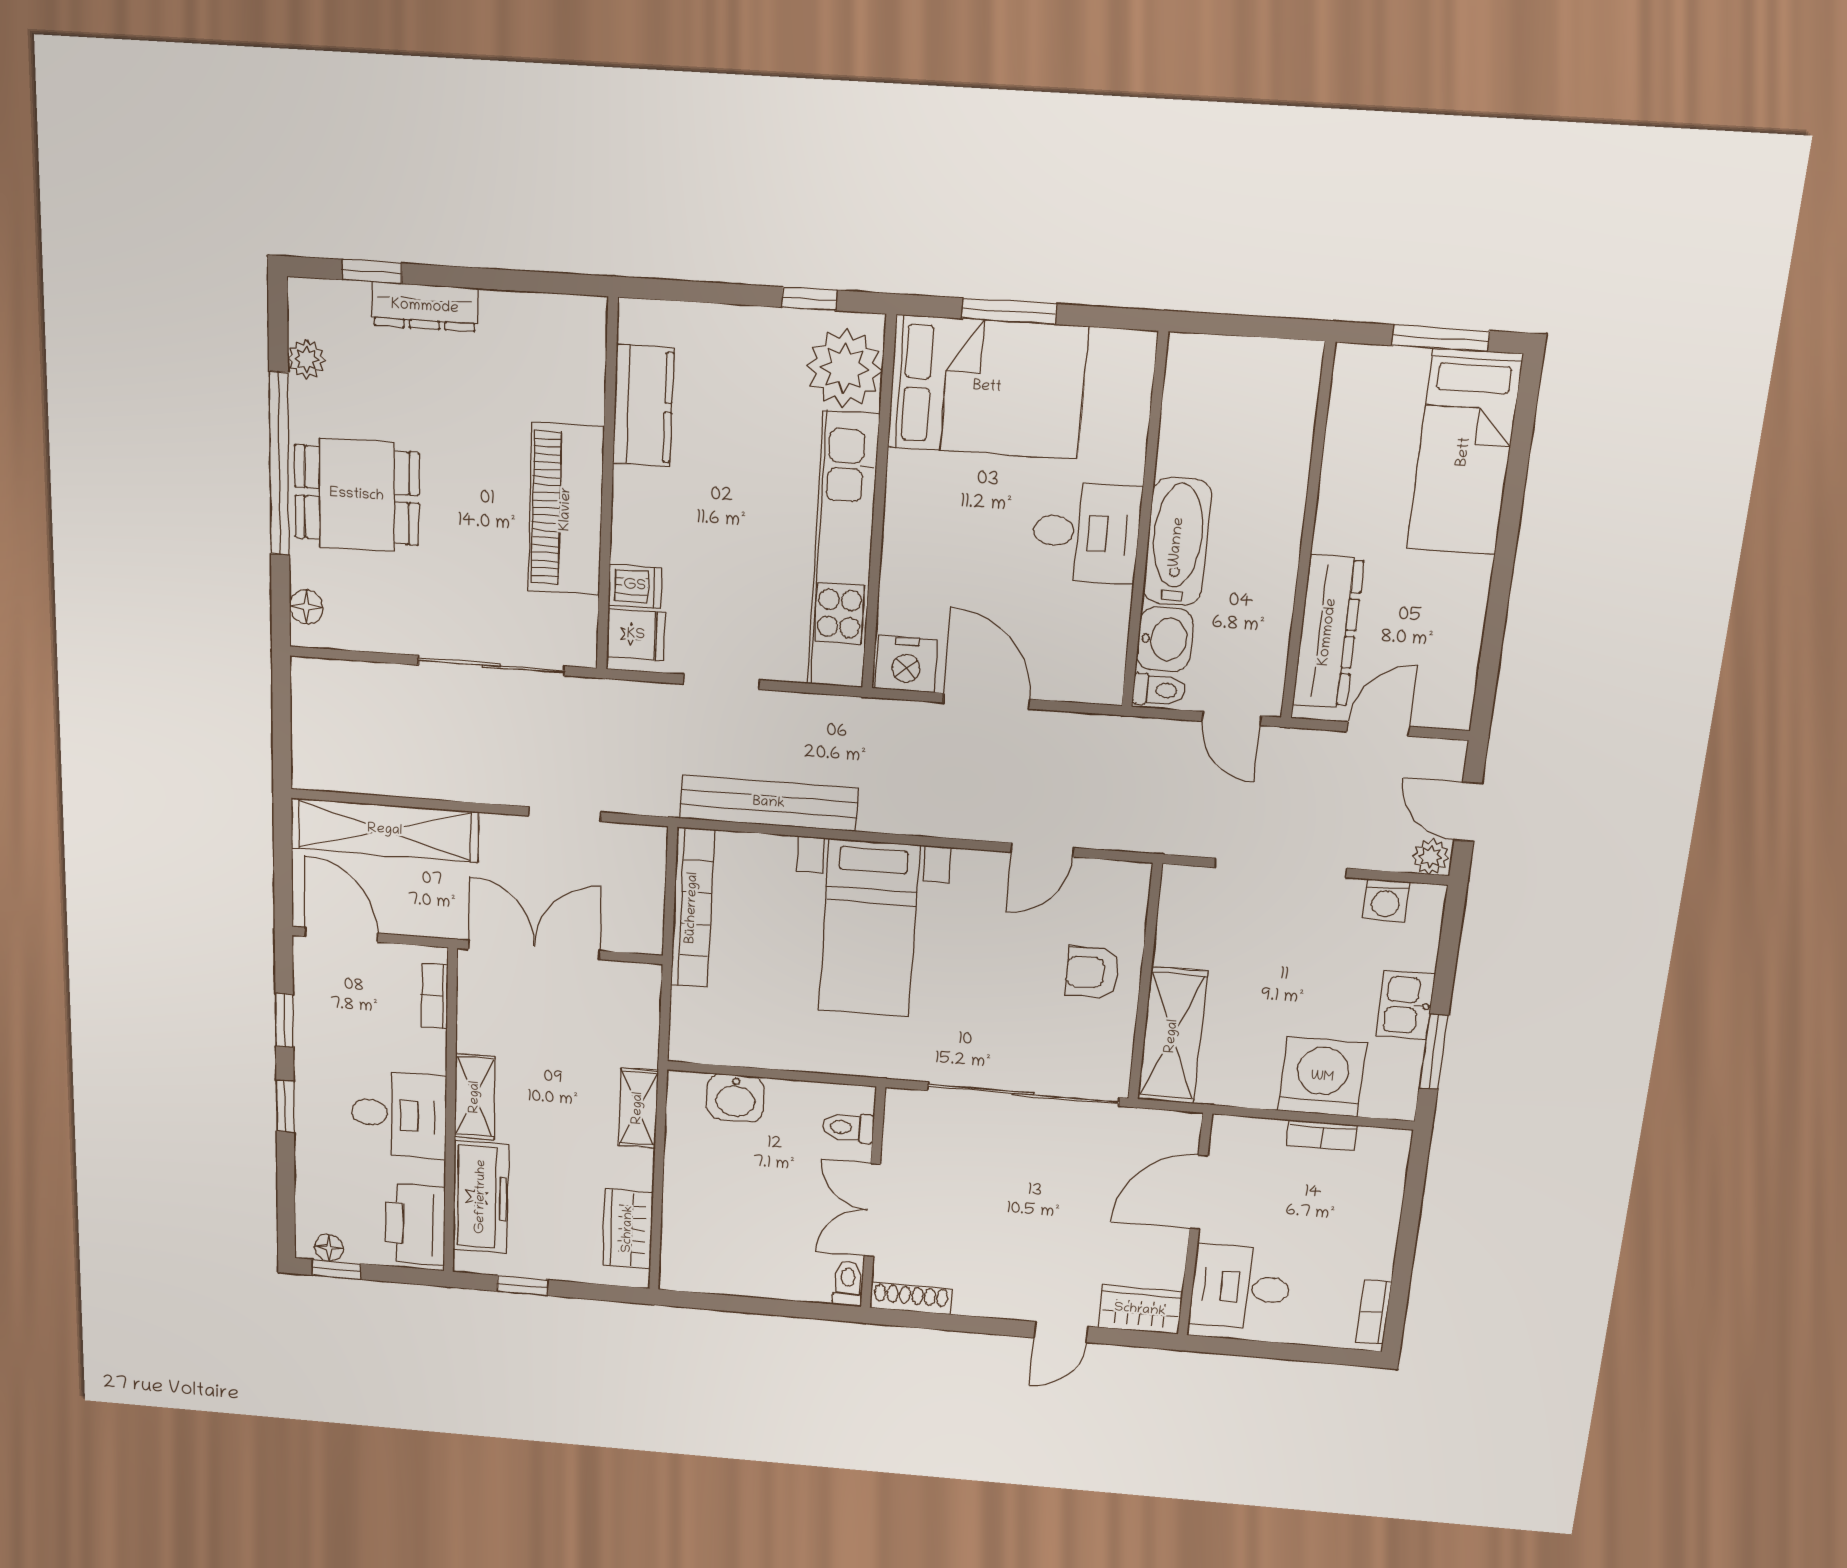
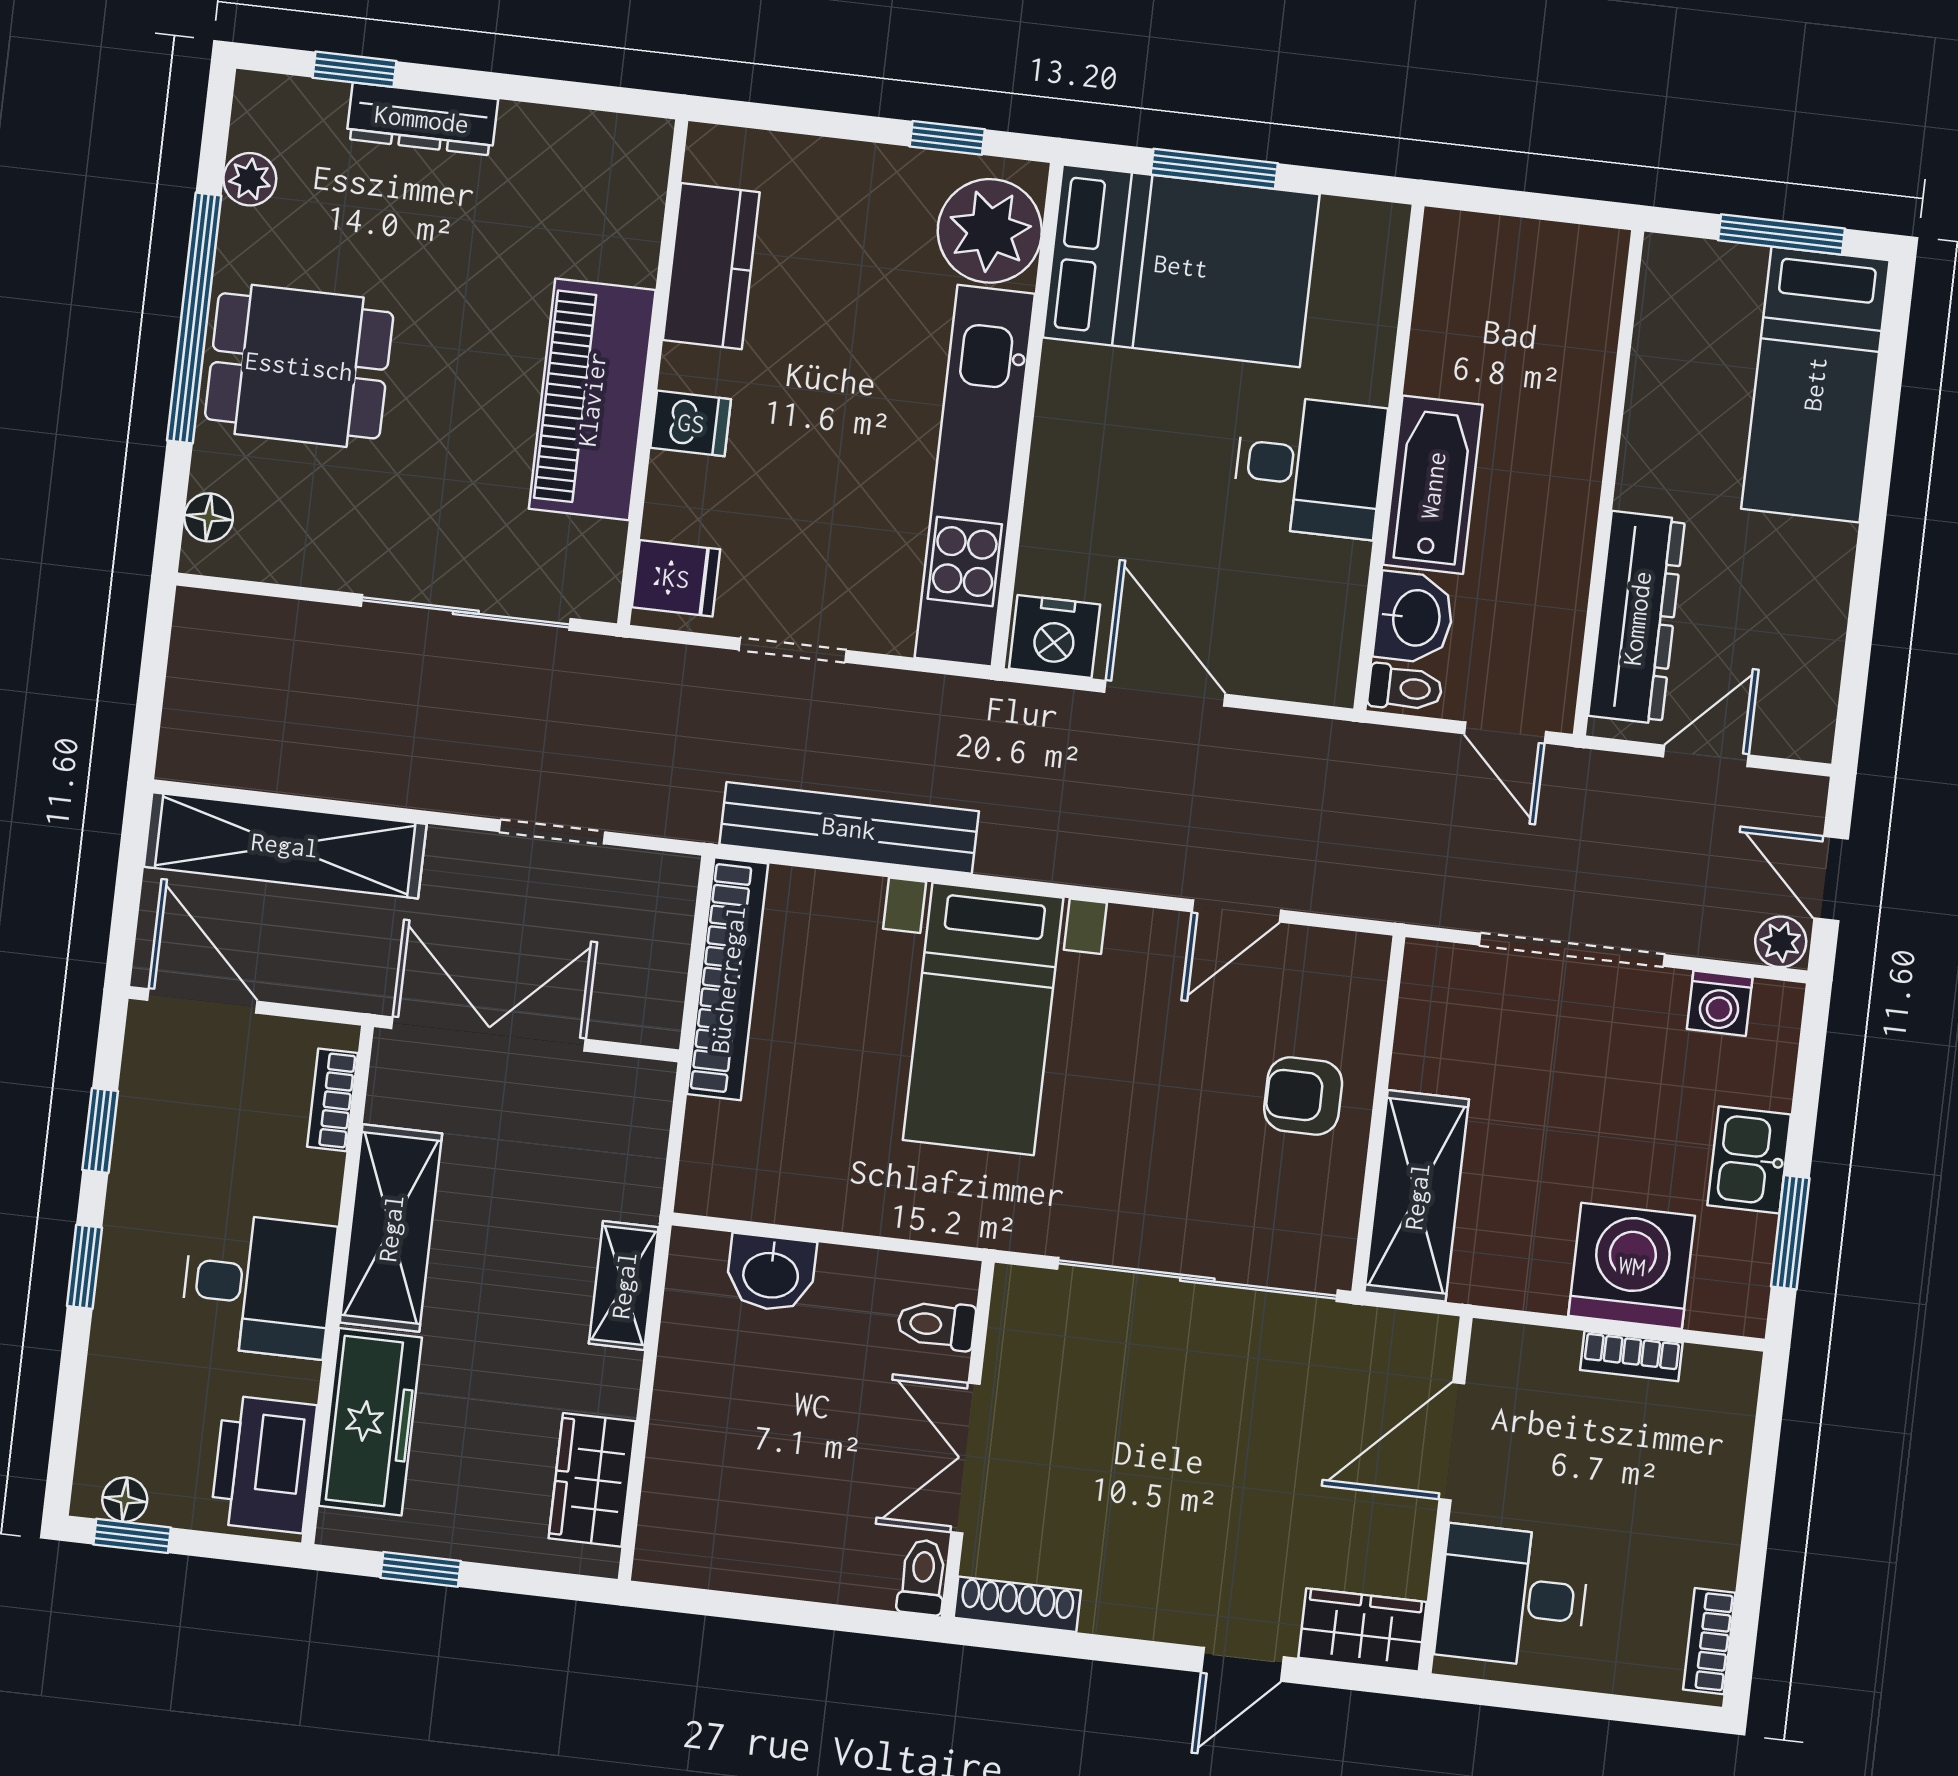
dishwasher: (635, 586) -> (691, 423), moved
shelving: (475, 1097) -> (391, 1228), width x1.50, depth x1.33

